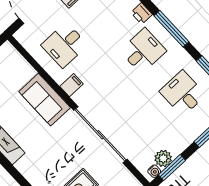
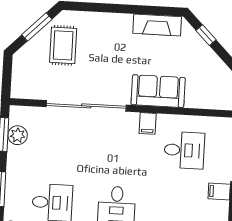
desk: (64, 45) -> (184, 150), turned 90
water cooler: (154, 171) -> (15, 118), removed

